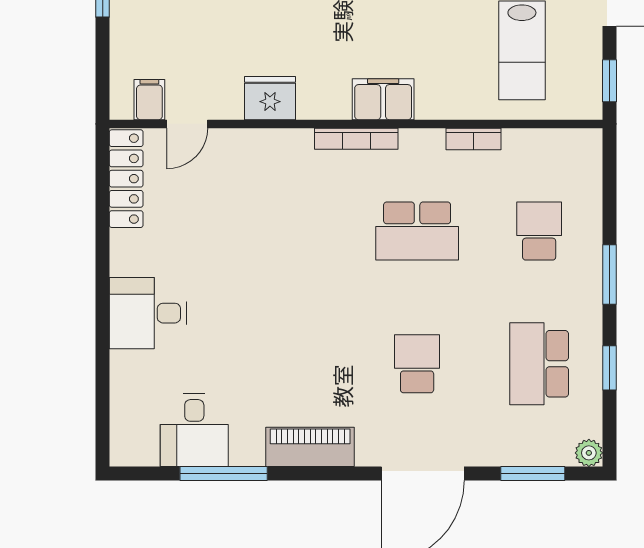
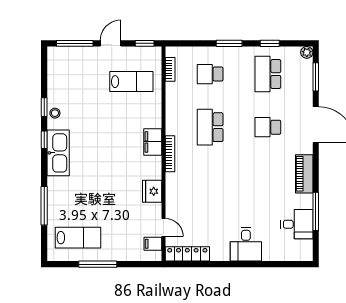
bookcase: (474, 139) -> (170, 69), moved
school desk: (417, 231) -> (210, 127), turned 180
school desk: (539, 364) -> (268, 74), turned 90

